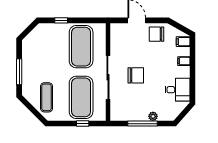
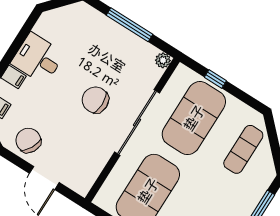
chair: (156, 34) -> (28, 140), turned -152
desk: (178, 90) -> (38, 58), moved
plant: (153, 116) -> (163, 60), moved

